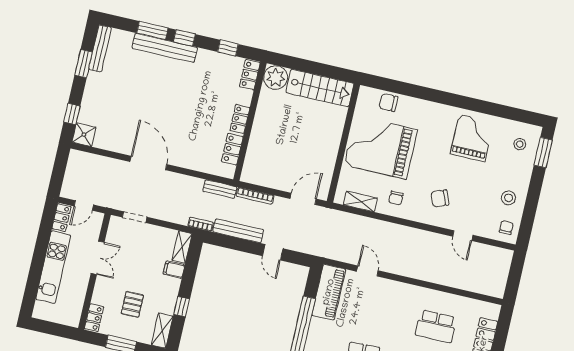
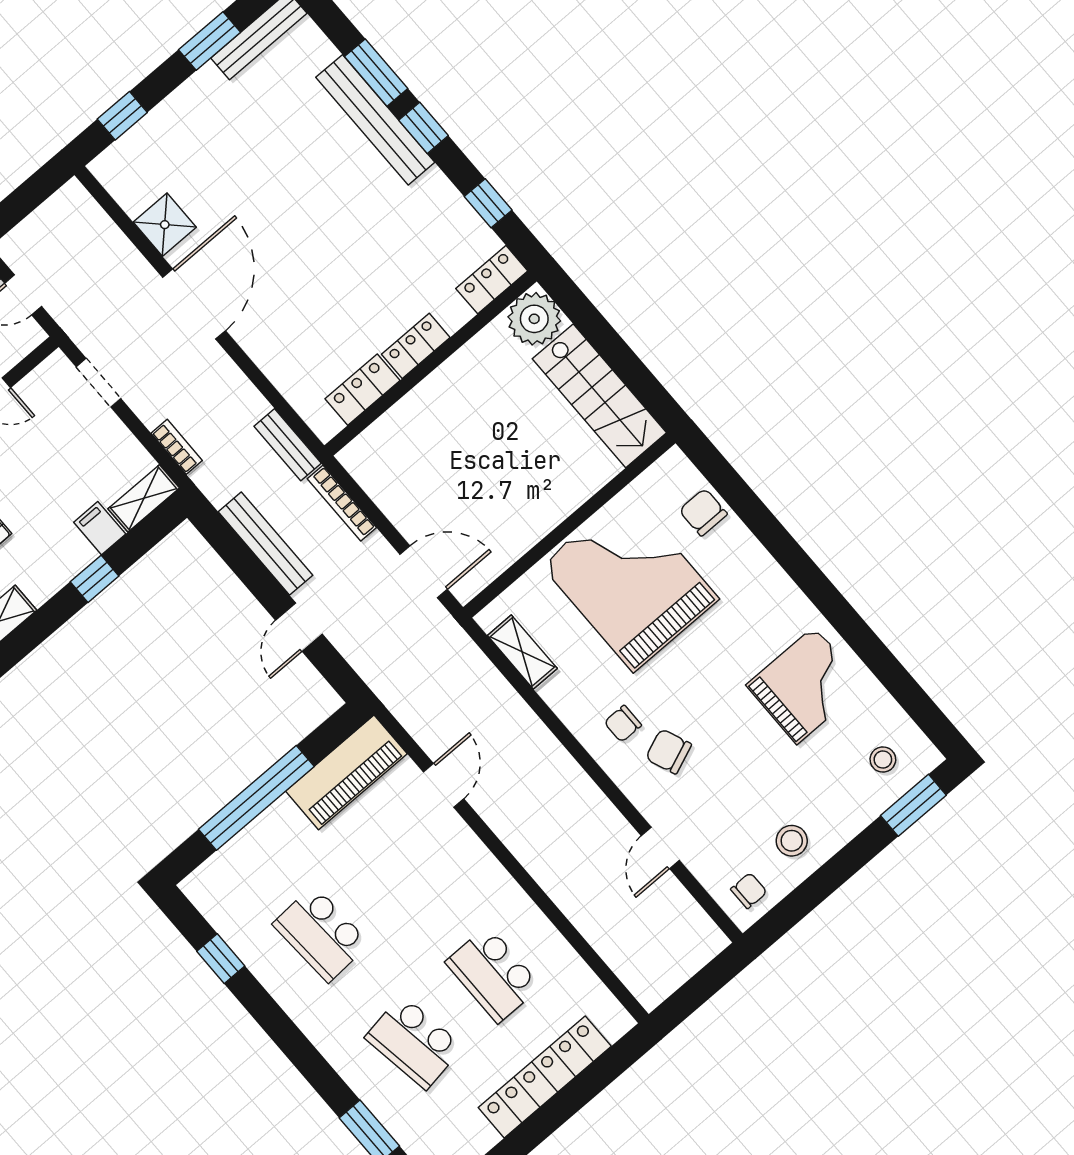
shower: (84, 135) -> (165, 225), moved
chair: (396, 198) -> (623, 724), moved
bookcase: (201, 224) -> (177, 447), moved
window: (182, 307) -> (95, 579), moved

